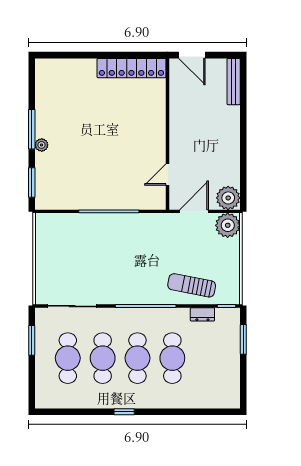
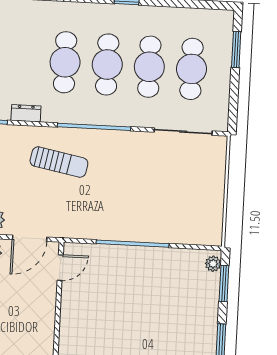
plant: (42, 145) -> (213, 264), moved
door: (167, 174) -> (60, 268), moved
sun lounger: (192, 285) -> (59, 162), moved
window: (32, 340) -> (236, 49), moved

